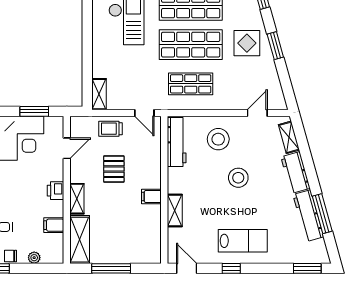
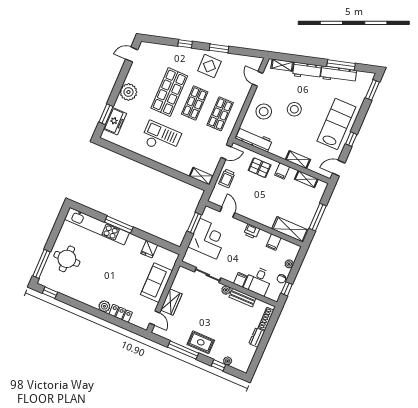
shop shelf: (191, 45) -> (195, 103), width x0.70, depth x0.74
pallet: (114, 169) -> (260, 168), moved
shelving: (77, 199) -> (306, 179), moved
lab bench: (243, 241) -> (336, 124), width x1.36, depth x1.39

